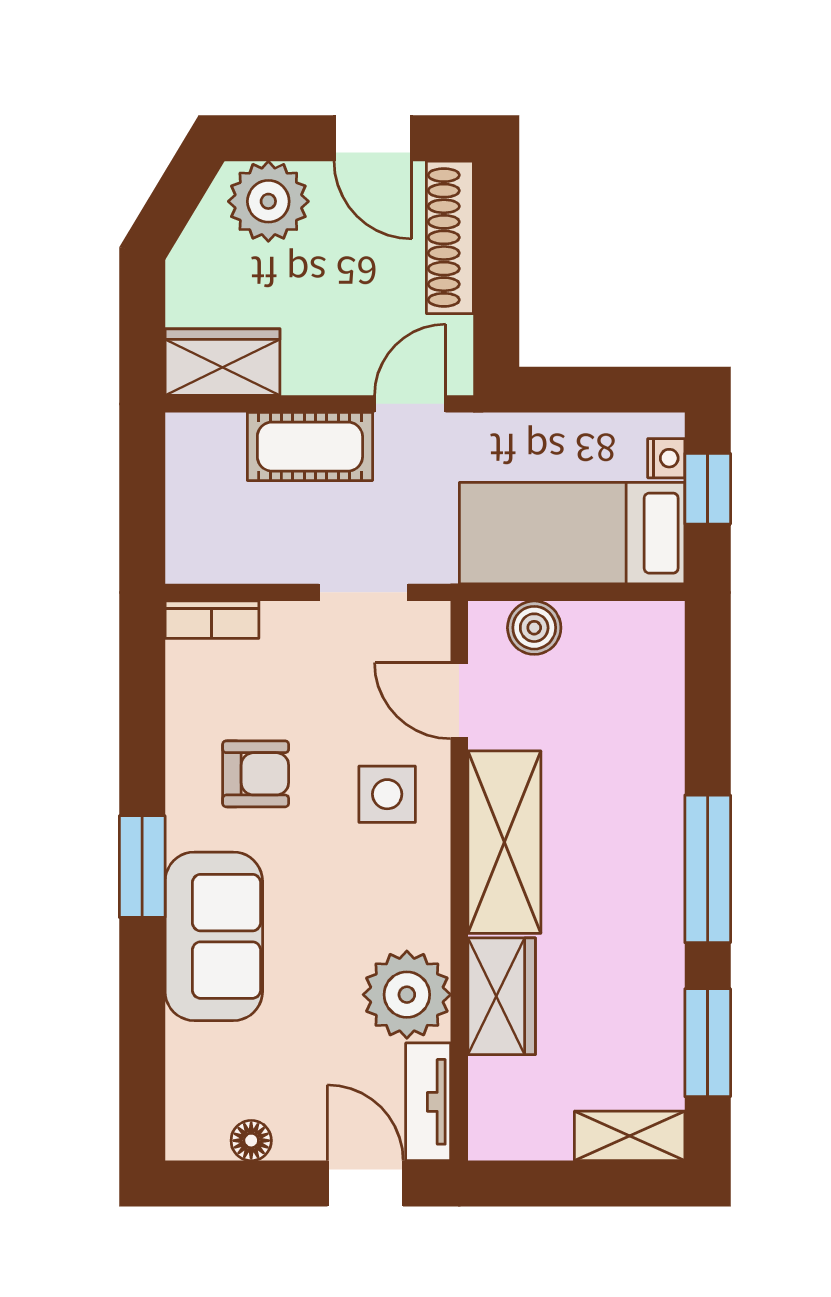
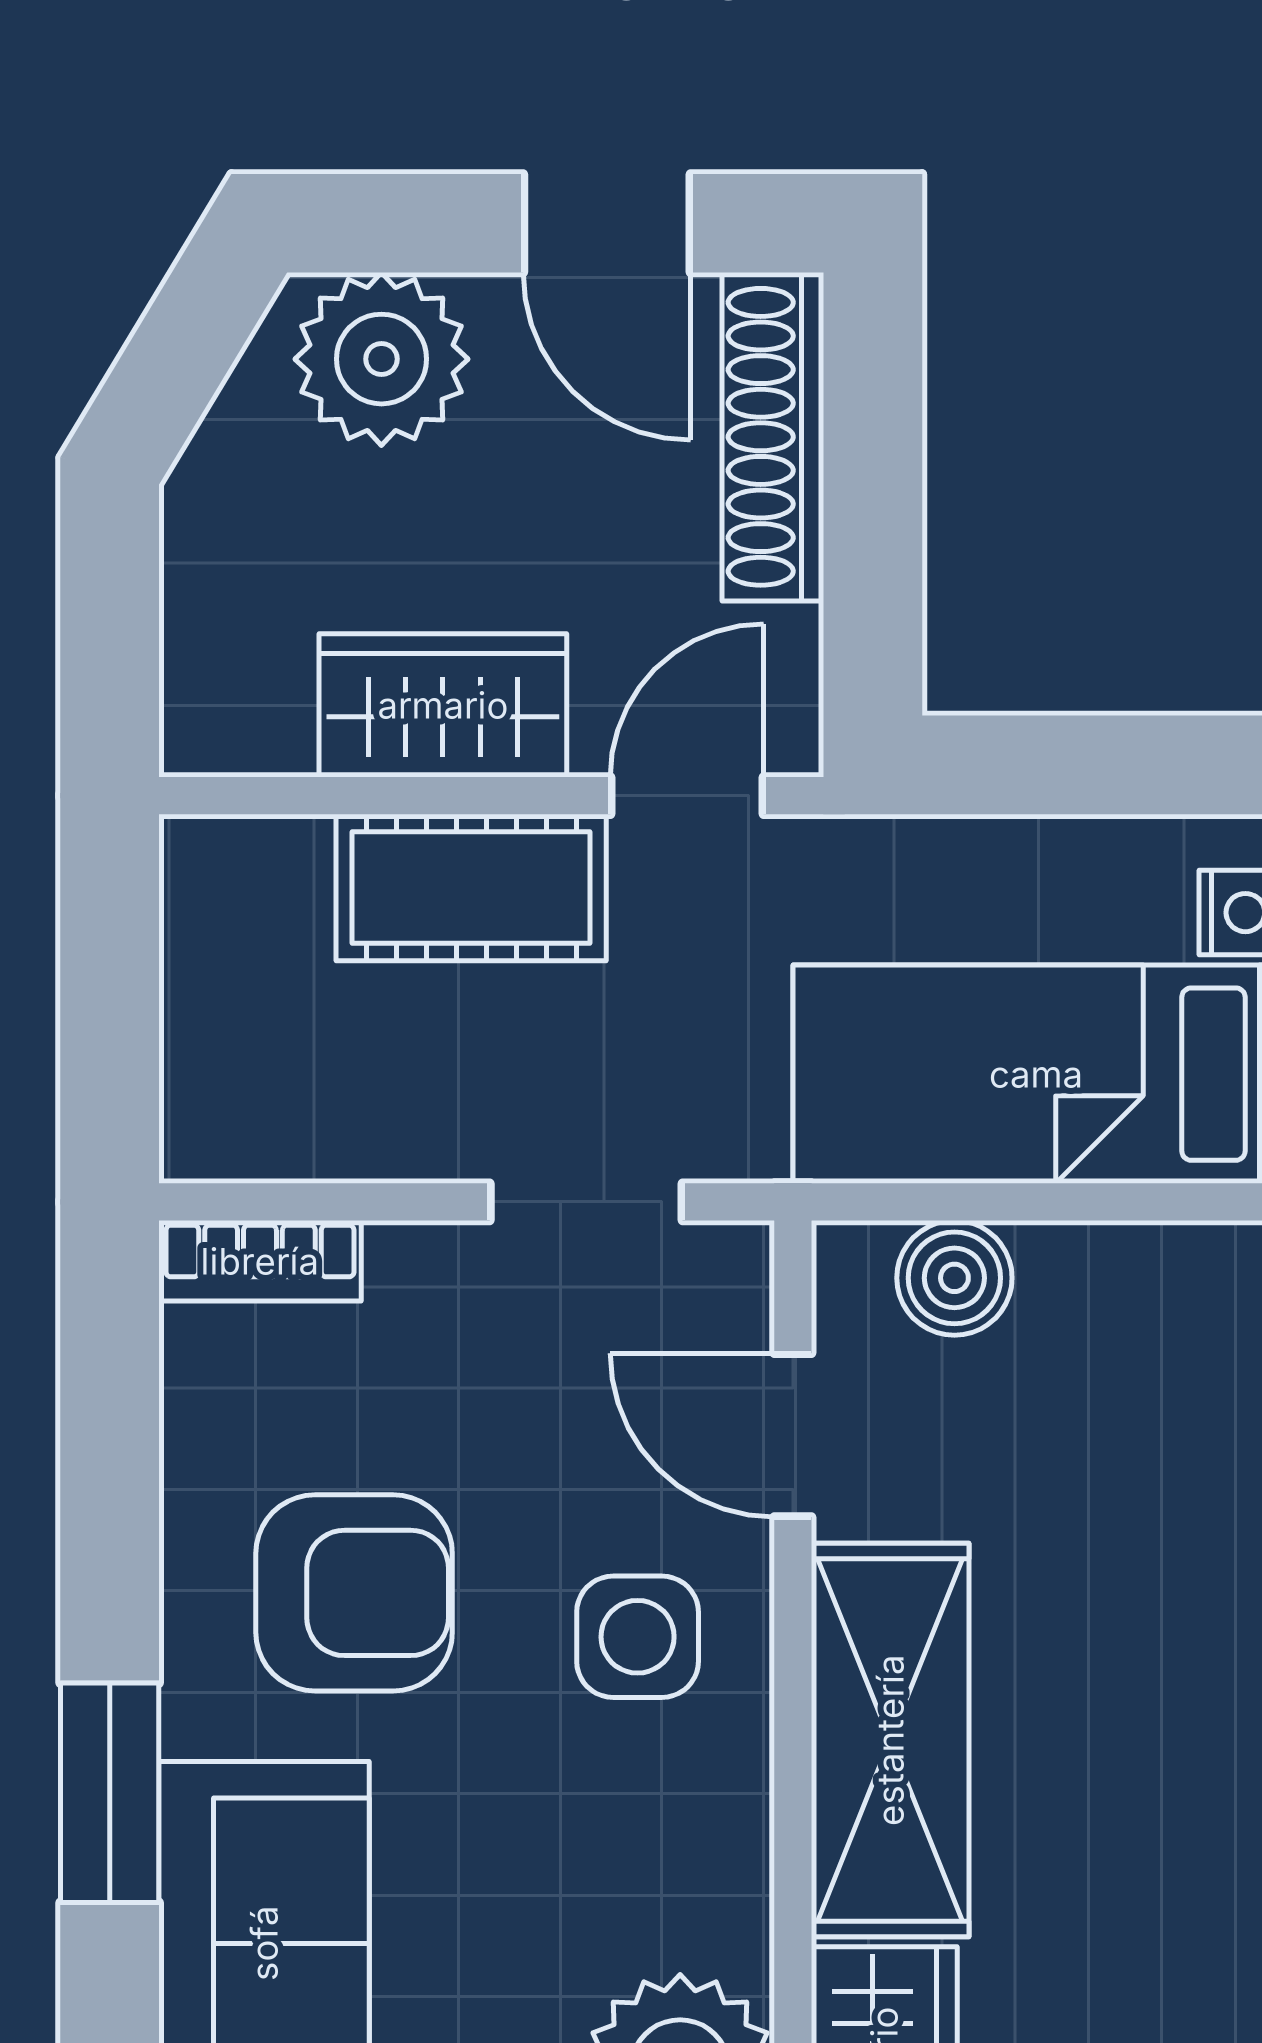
wardrobe: (222, 362) -> (443, 705), moved
armchair: (256, 774) -> (354, 1593), width x1.38, depth x1.38

